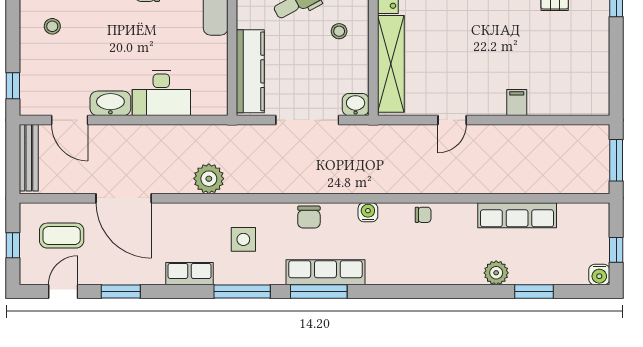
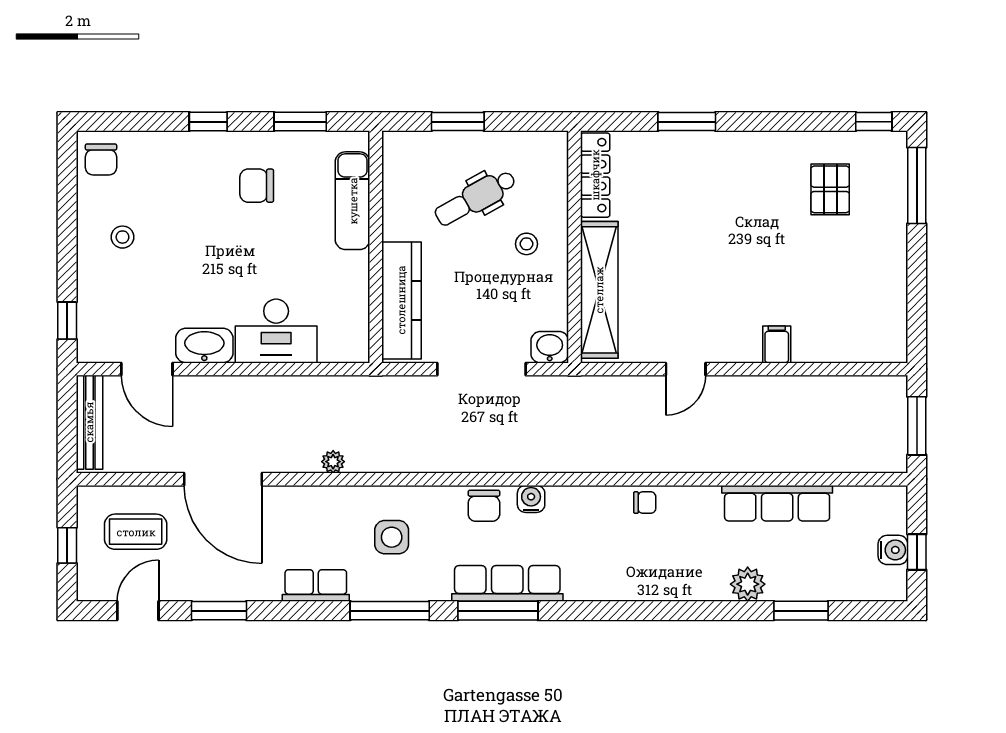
plant: (209, 179) -> (333, 462), width x0.53, depth x0.53
water cooler: (368, 212) -> (531, 499), moved
water cooler: (599, 275) -> (893, 550), moved, turned -90

